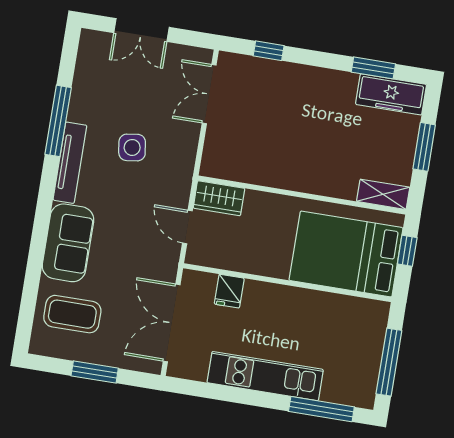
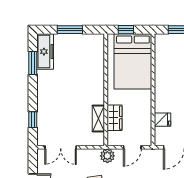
plant: (179, 178) -> (107, 156), added
shelving: (383, 194) -> (98, 119), moved
wardrobe: (219, 198) -> (115, 118), moved

